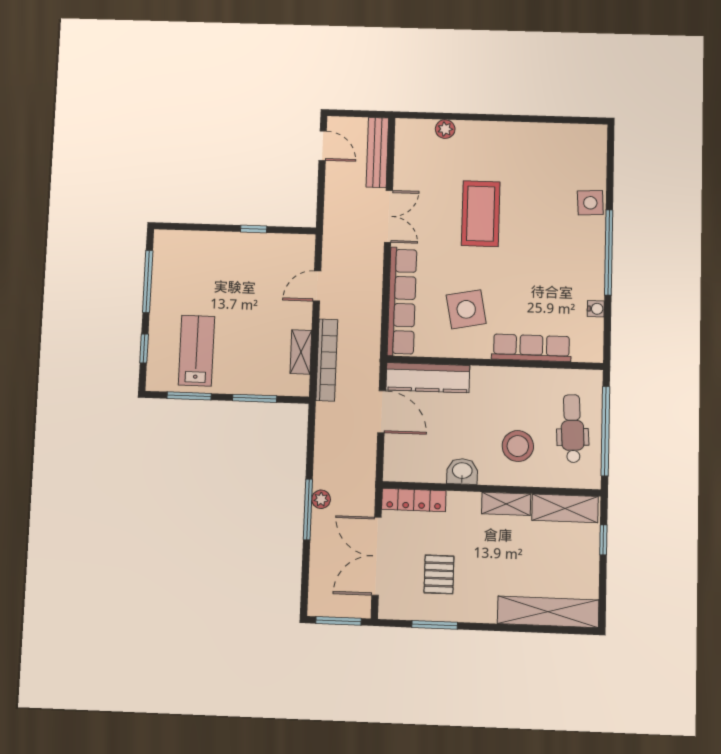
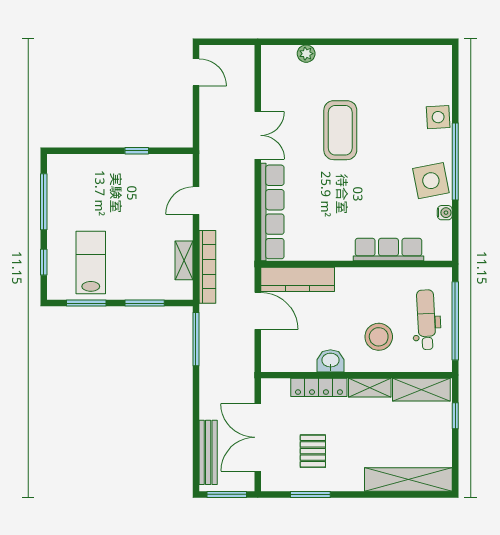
bench: (377, 152) -> (208, 452), moved
side table: (466, 309) -> (431, 181), moved
plant: (321, 499) -> (207, 390), removed
locker: (414, 500) -> (319, 387), moved
window: (308, 509) -> (196, 339), moved

